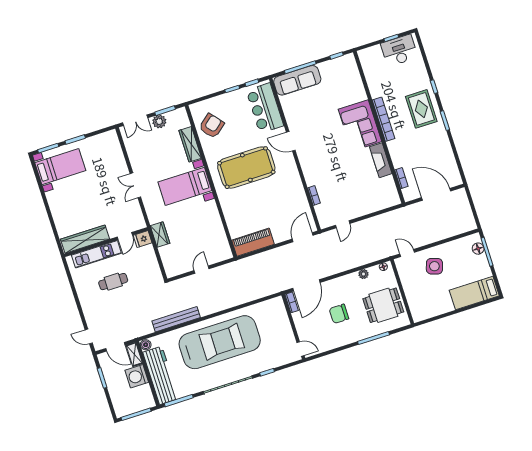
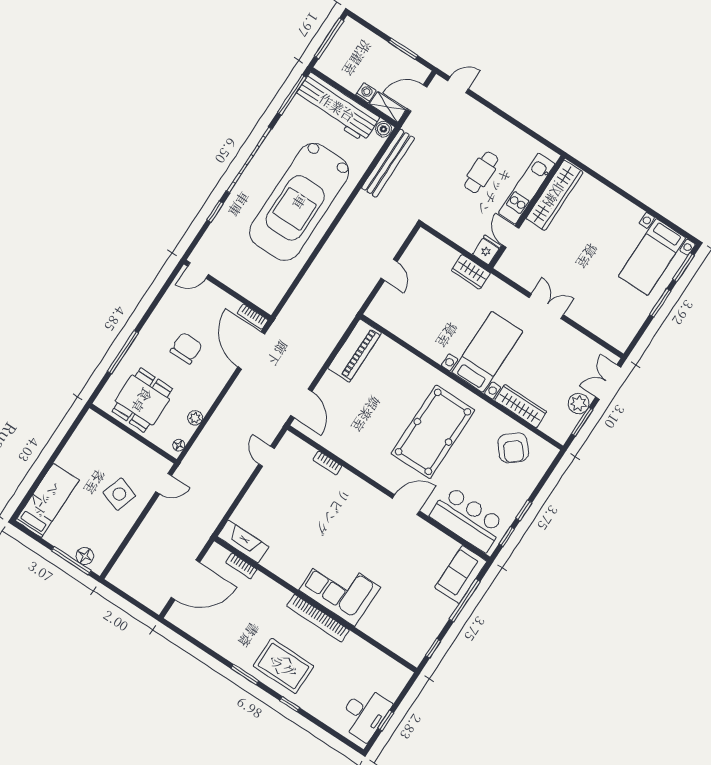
sofa: (297, 80) -> (461, 574), width x0.73
fireplace: (381, 160) -> (243, 542), moved
bench: (176, 319) -> (388, 163), moved
washing machine: (137, 376) -> (366, 93), width x0.53, depth x0.53

